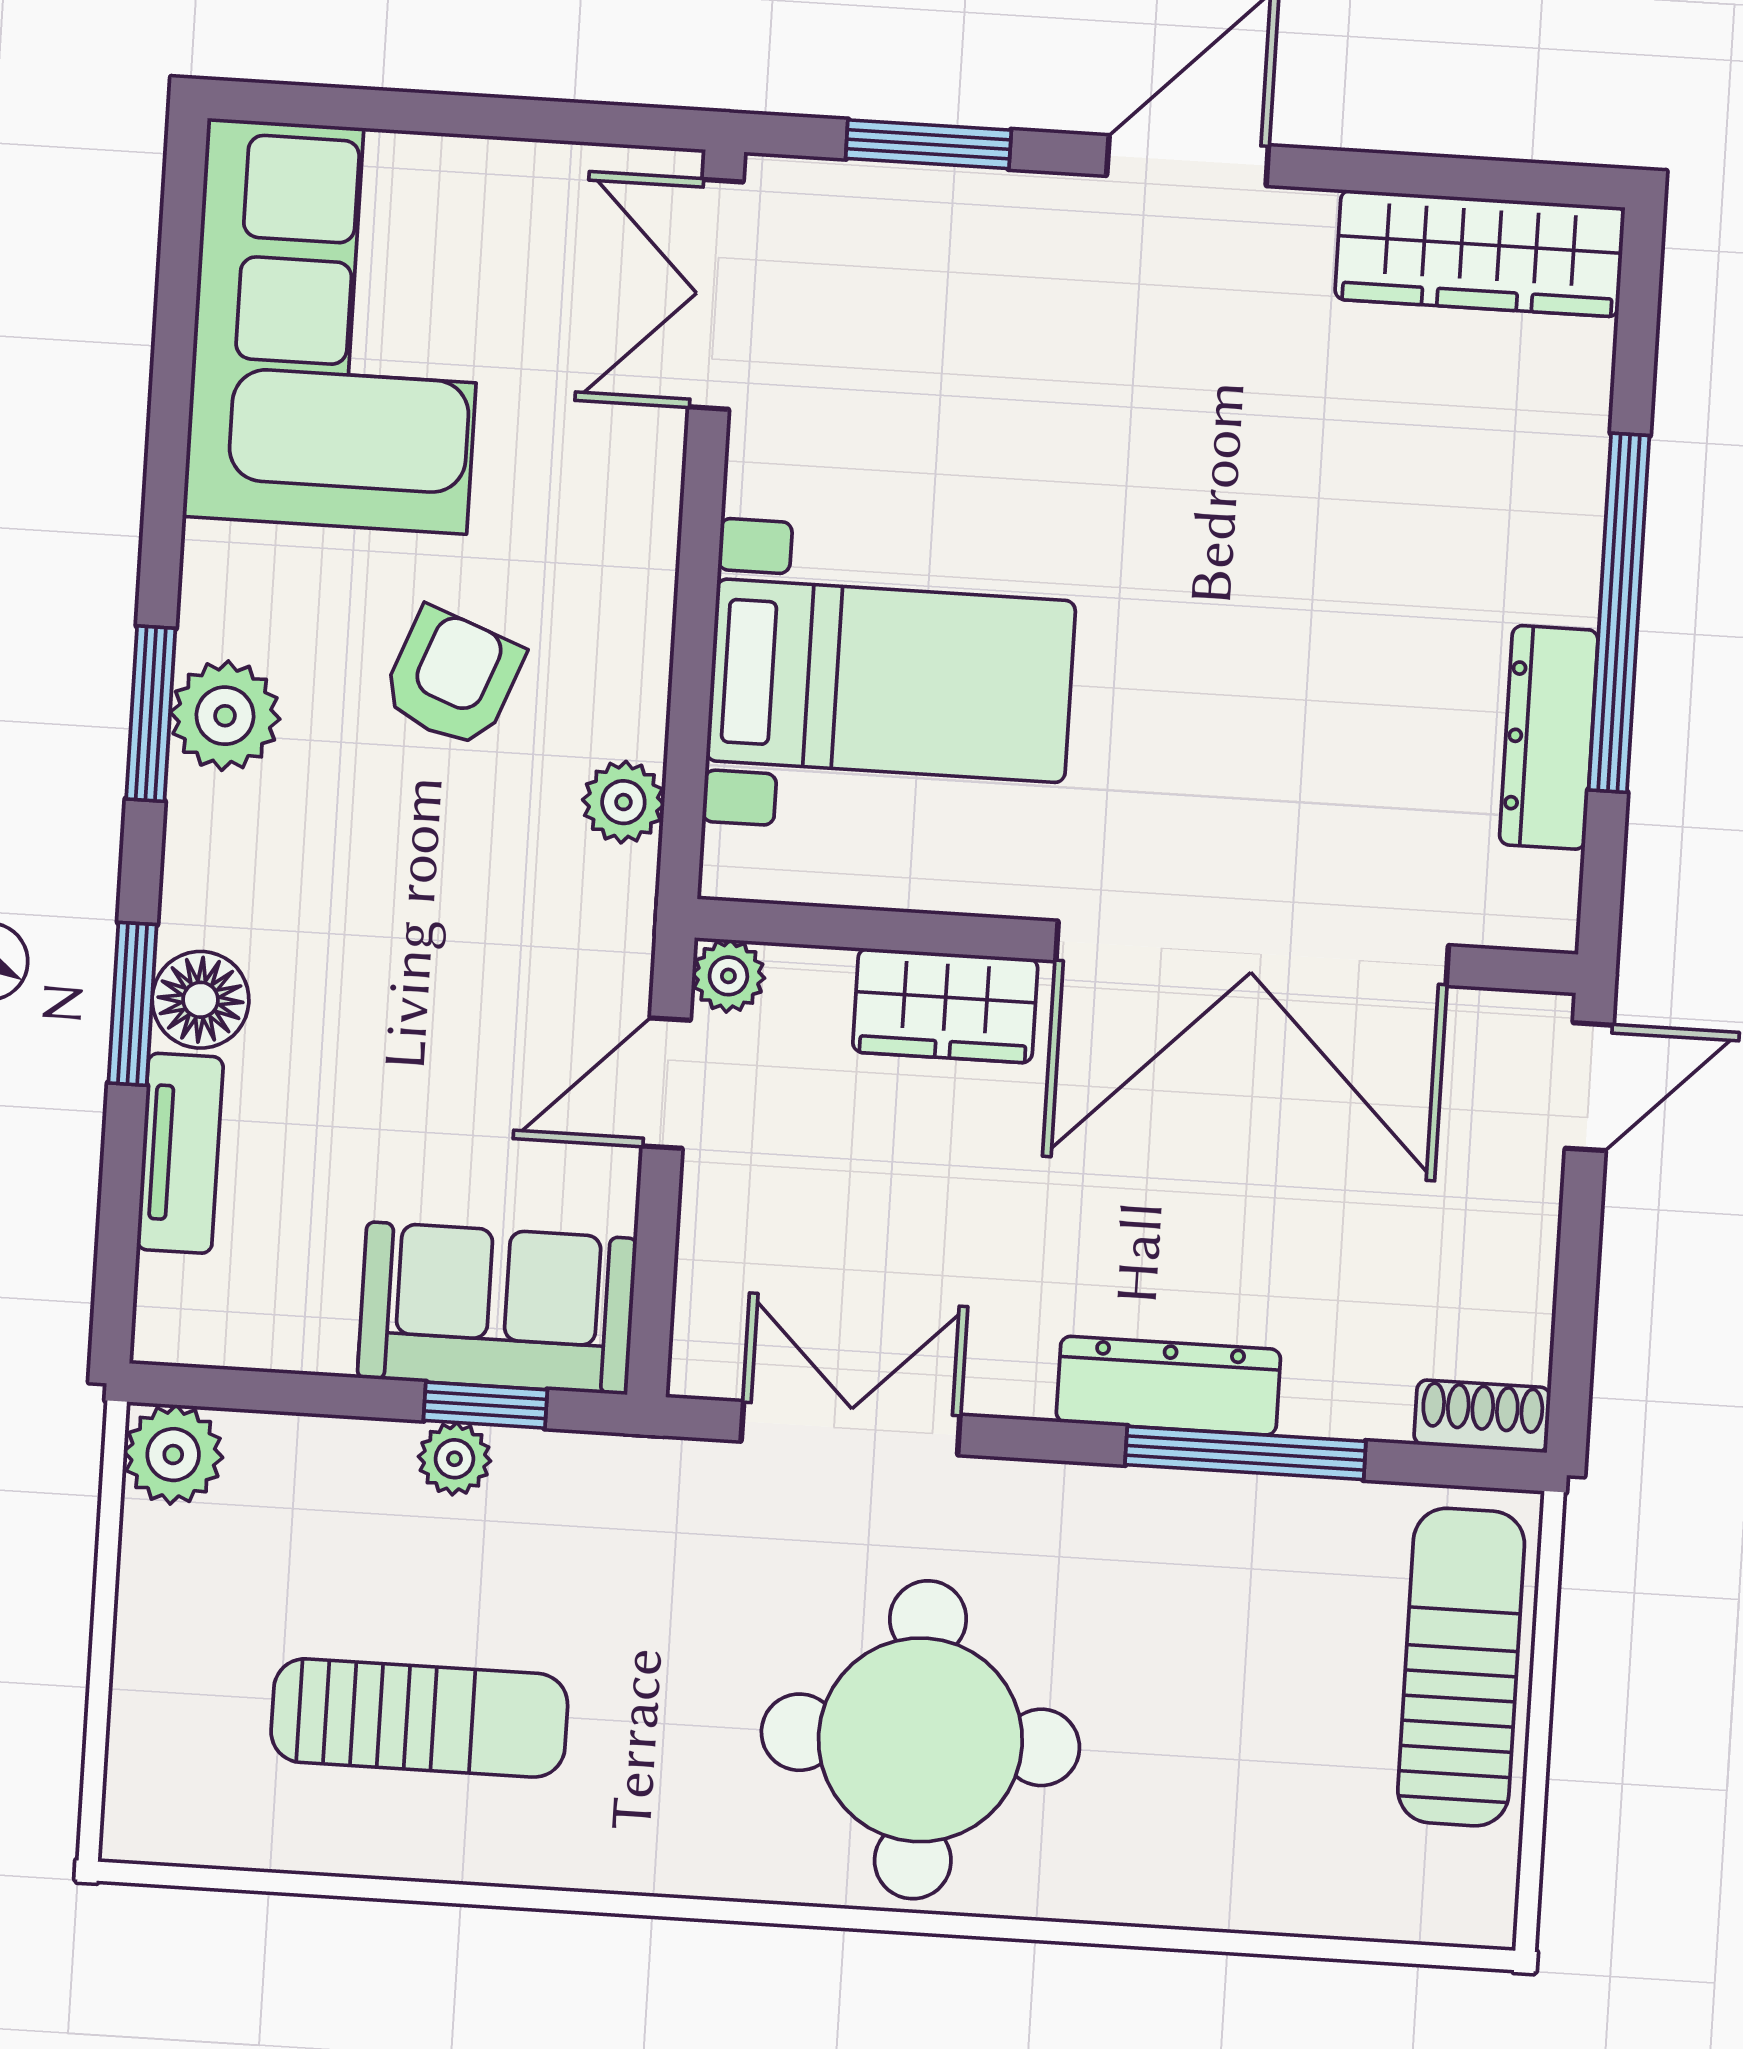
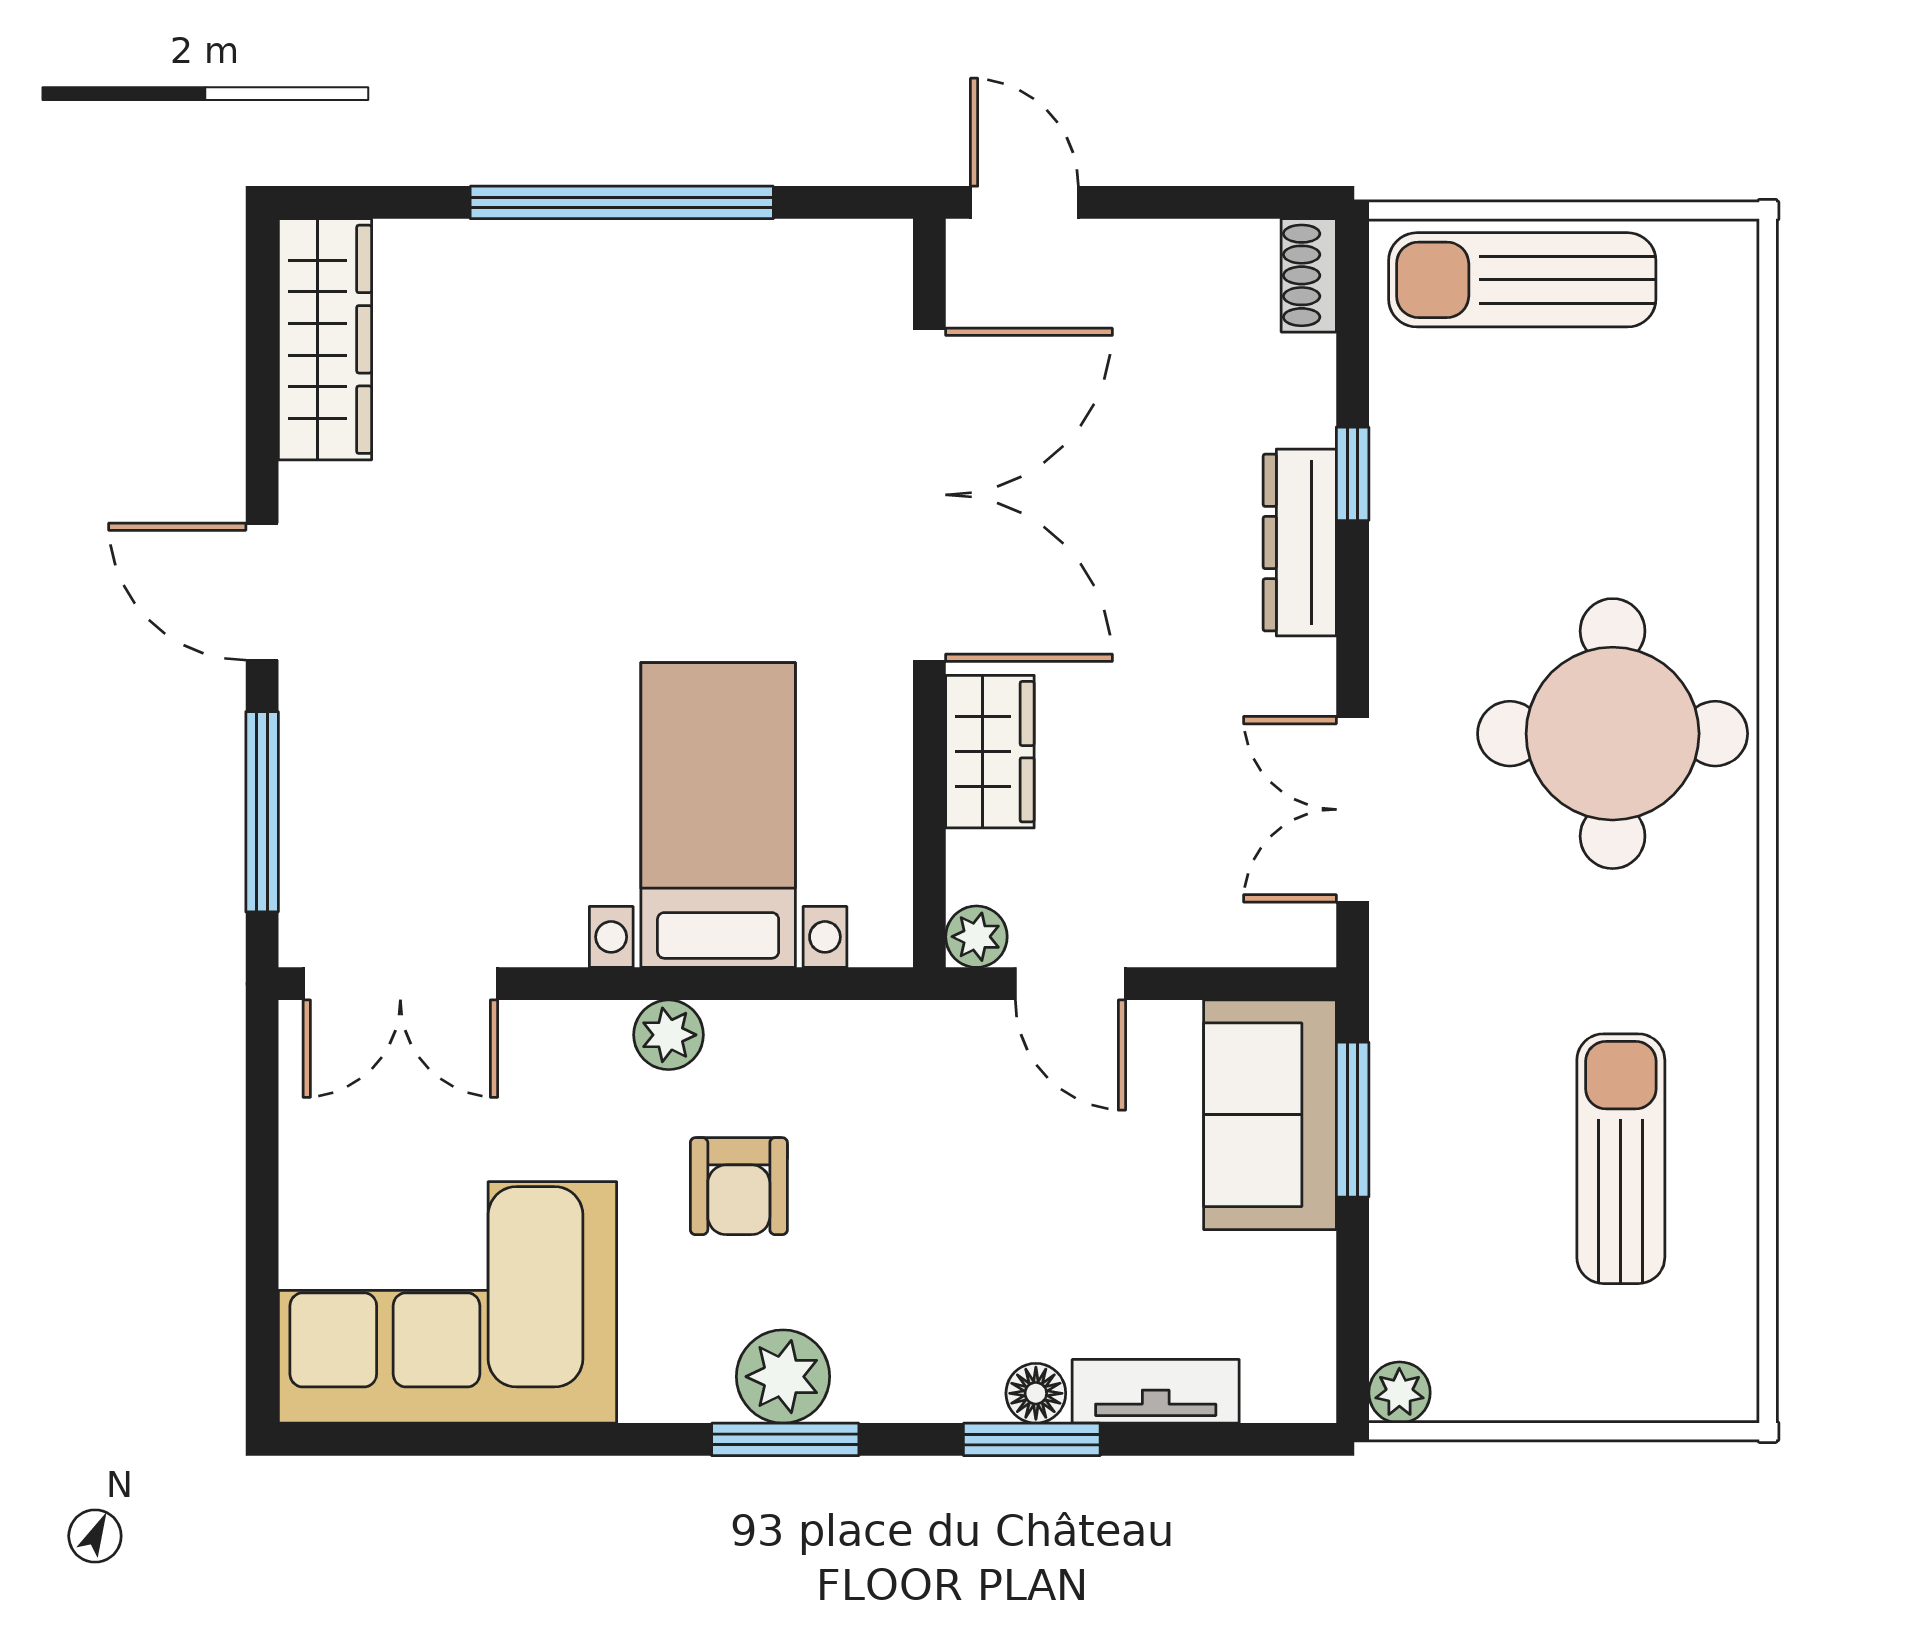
window: (928, 144) -> (262, 812), width x1.44
armchair: (452, 678) -> (739, 1186), turned -111
dresser: (1549, 737) -> (731, 255), removed
plant: (623, 802) -> (669, 1035), moved
floor lamp: (201, 1000) -> (1036, 1393), width x0.73, depth x0.73
window: (485, 1405) -> (1353, 1120), width x1.50
window: (1245, 1453) -> (1353, 474), width x0.46
plant: (173, 1455) -> (1399, 1393), width x0.73, depth x0.73
plant: (454, 1459) -> (1400, 1143), removed

